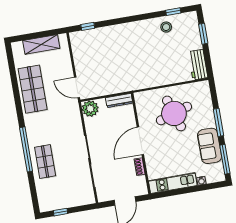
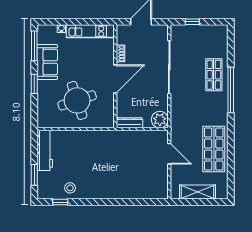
window: (88, 26) -> (148, 202), removed
workbench: (198, 65) -> (45, 150), width x1.38
door: (77, 87) -> (169, 154), moved
window: (219, 122) -> (34, 84), width x0.69
window: (61, 212) -> (192, 22), moved

